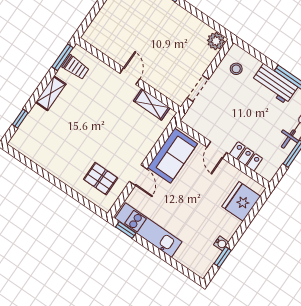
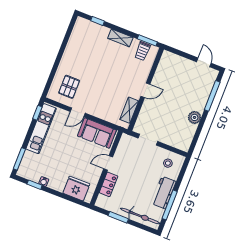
plant: (216, 41) -> (194, 117), moved
window: (183, 269) -> (19, 159), added

